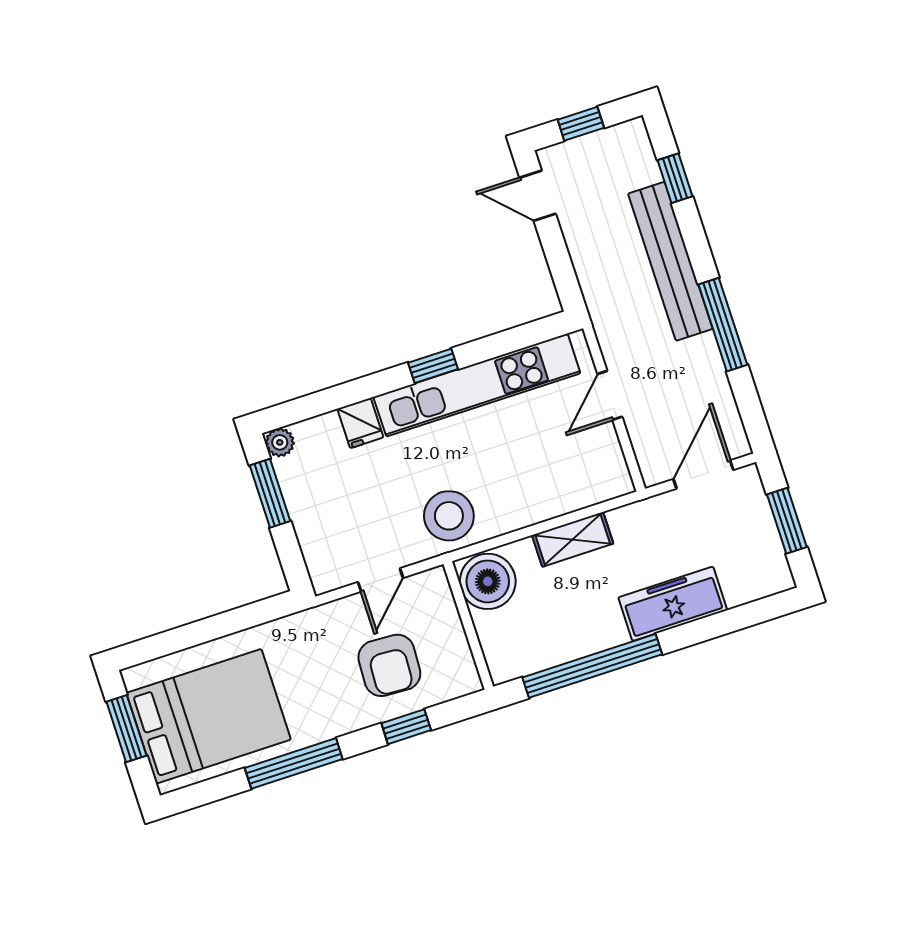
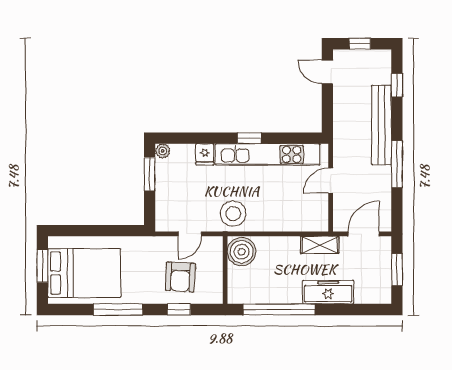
shelving: (573, 539) -> (320, 245), moved

